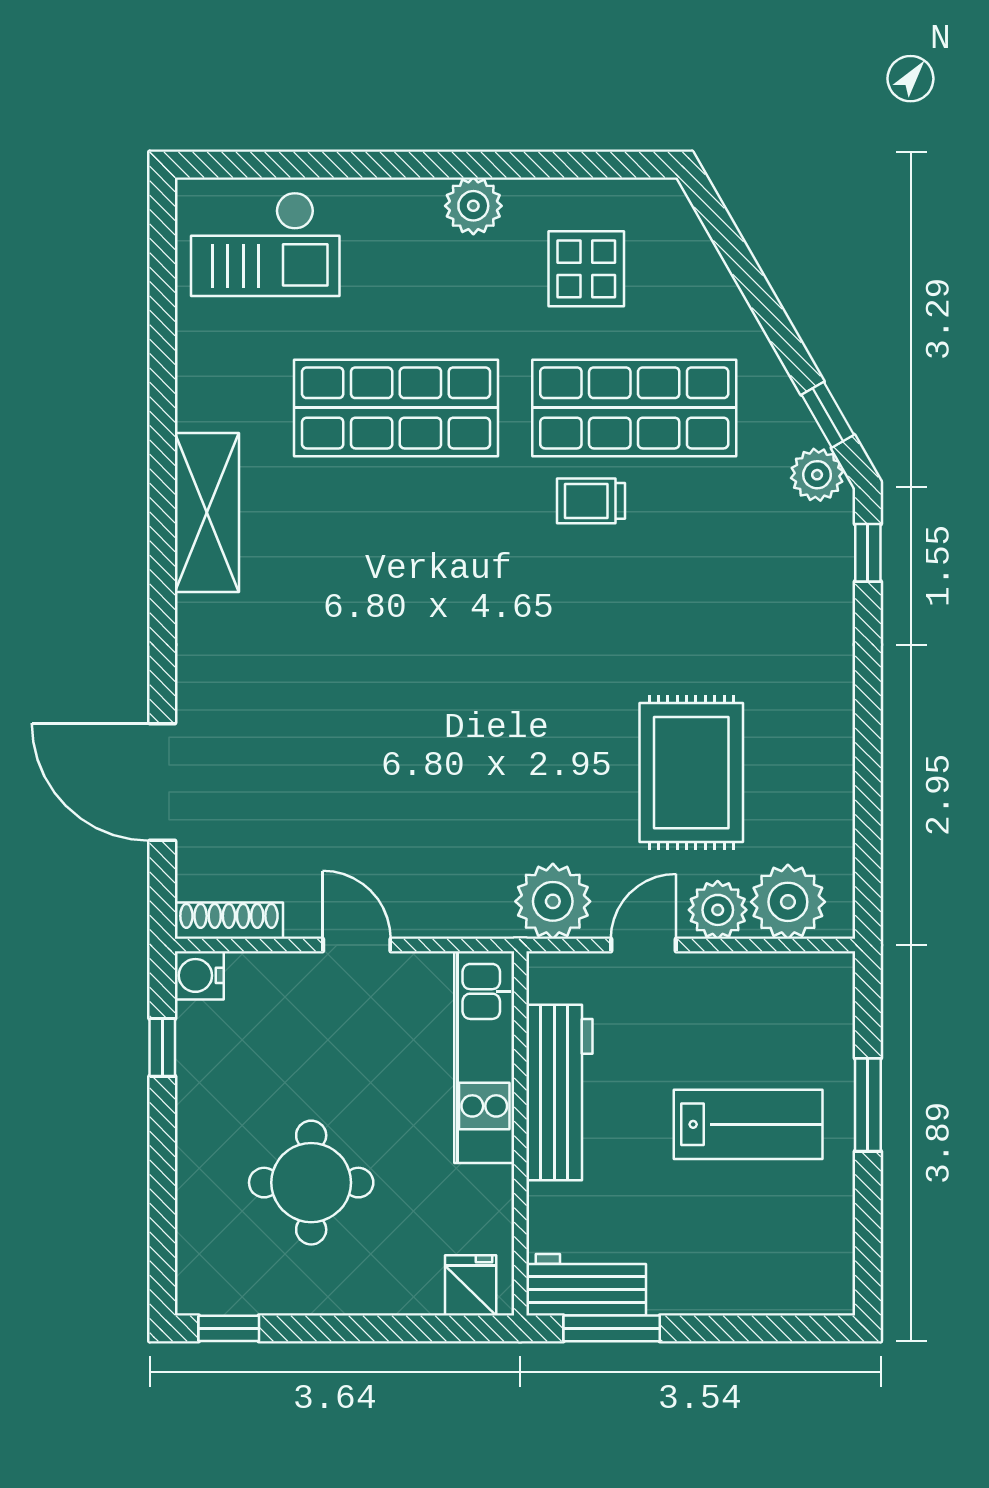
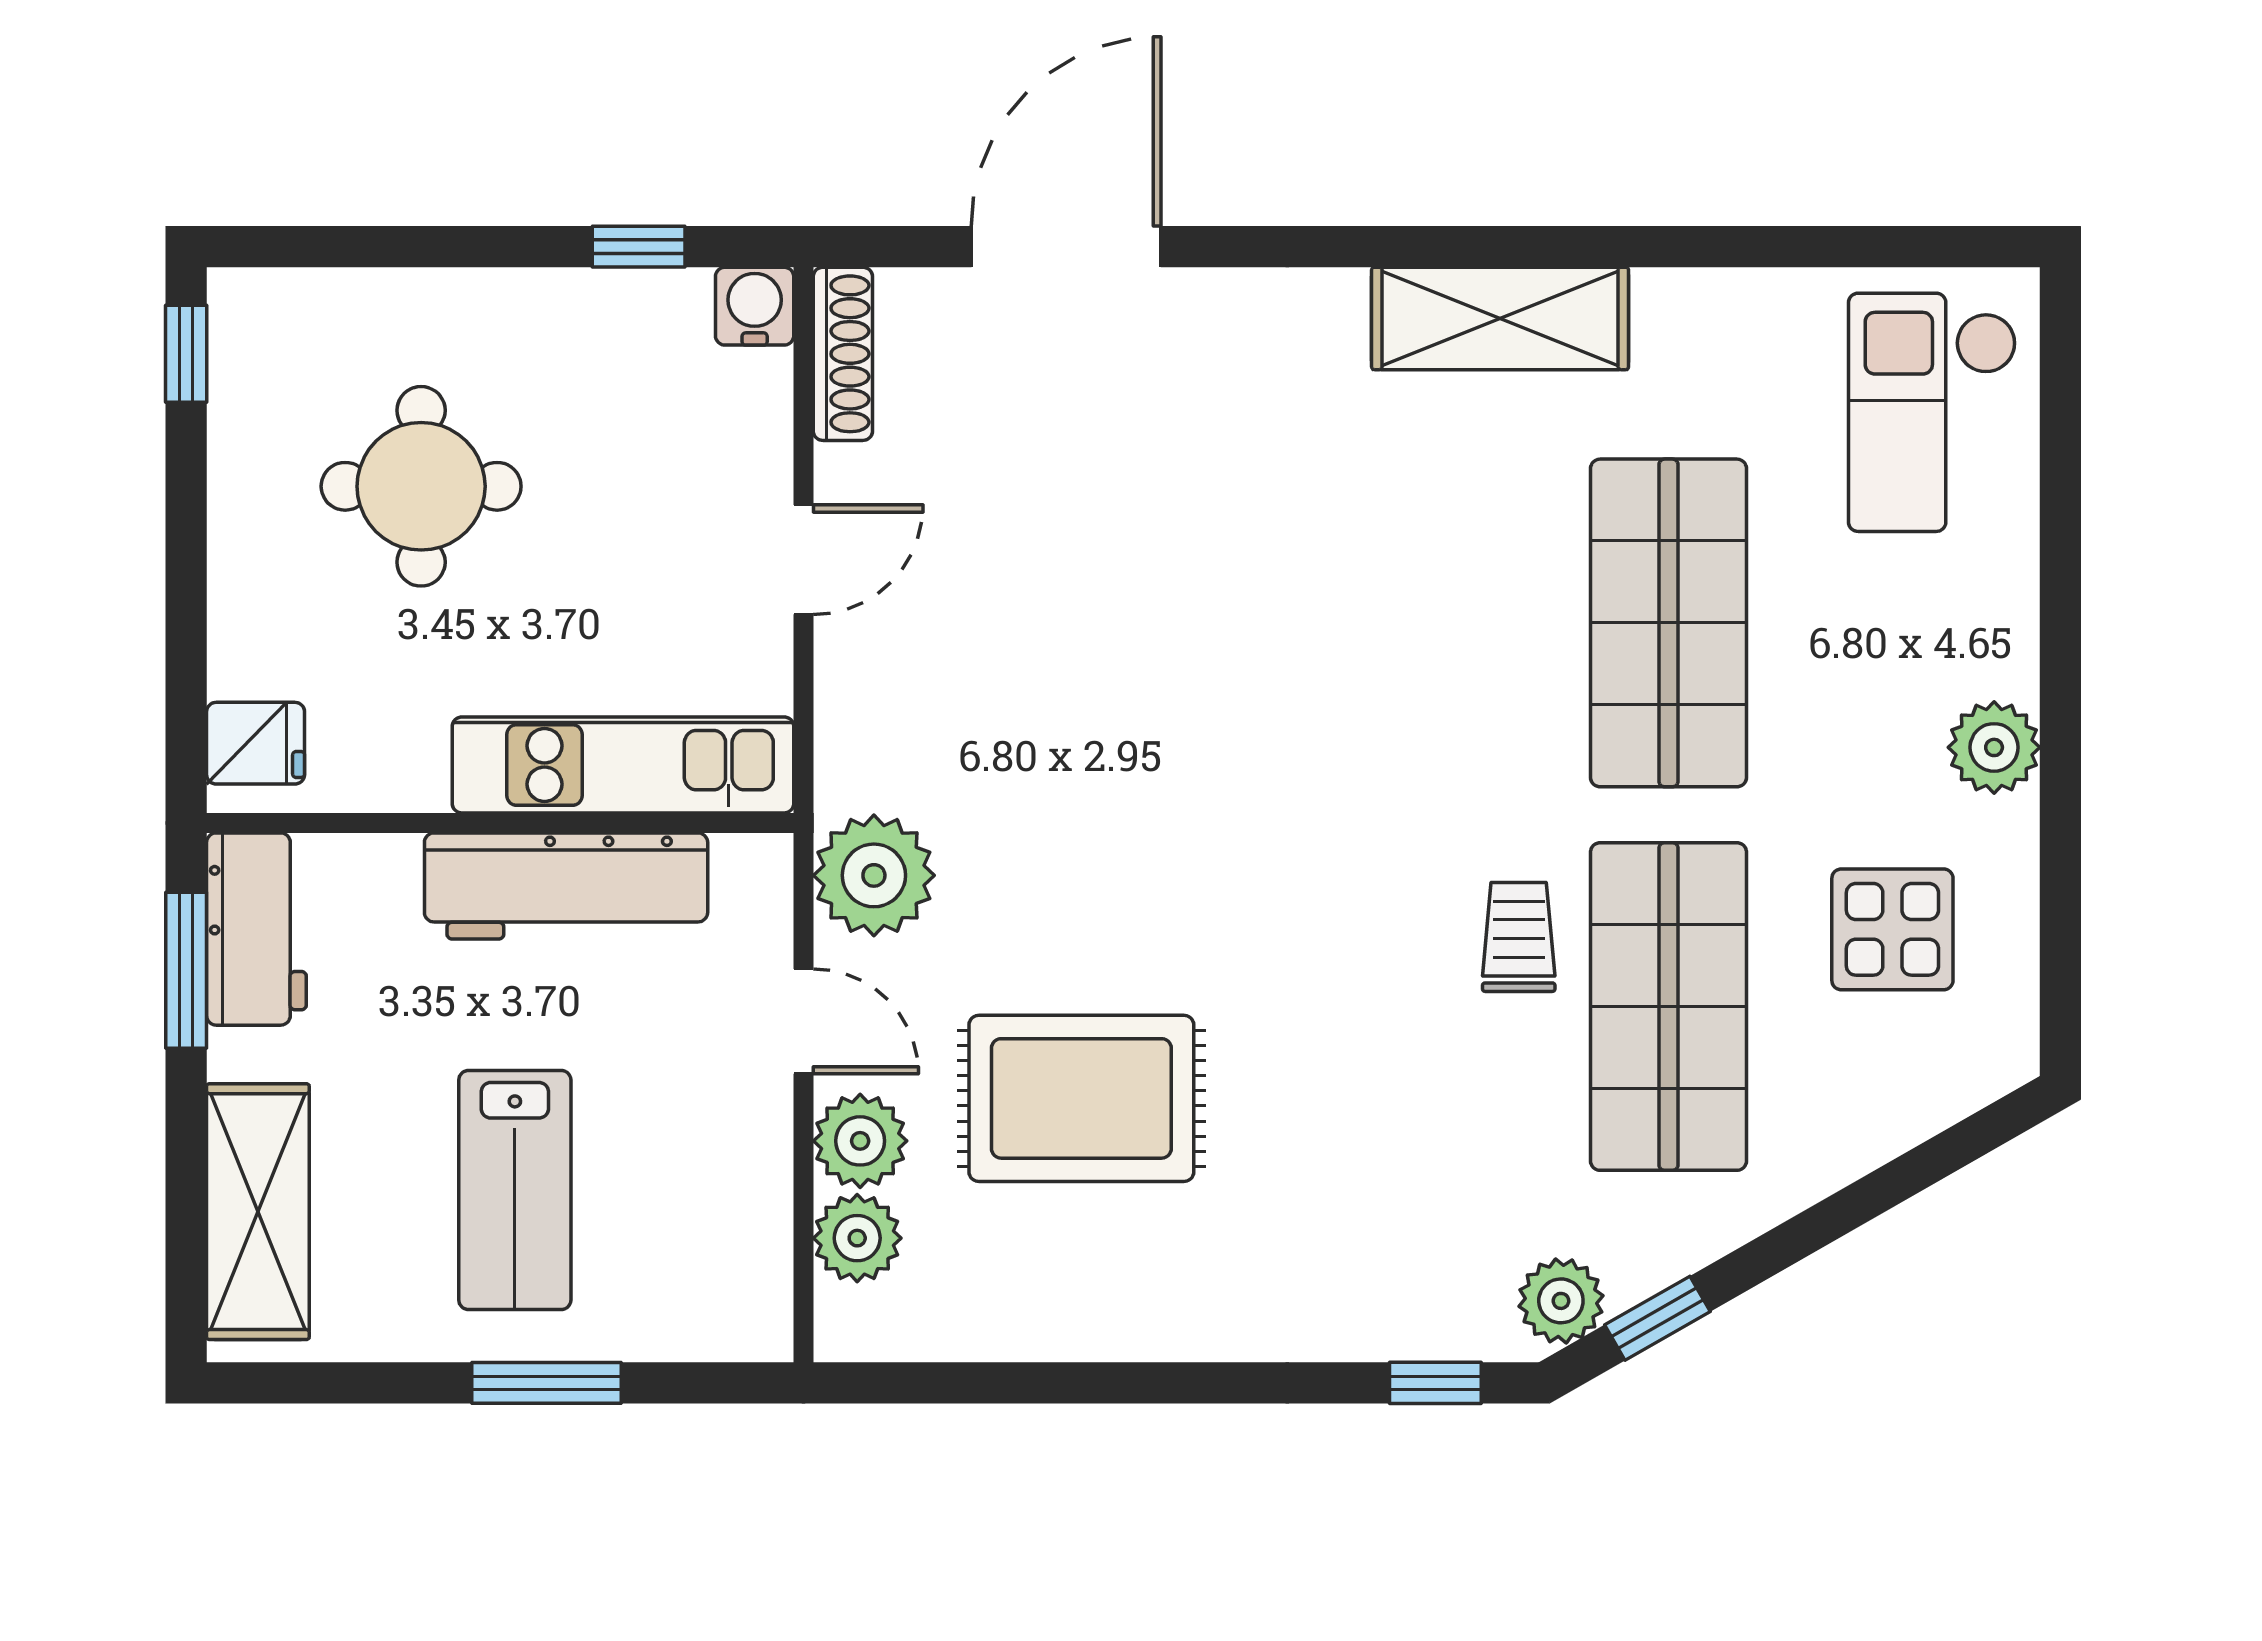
plant: (788, 902) -> (857, 1238), width x0.73, depth x0.73
shelving: (762, 1284) -> (258, 1212), added

